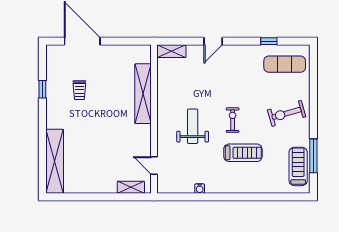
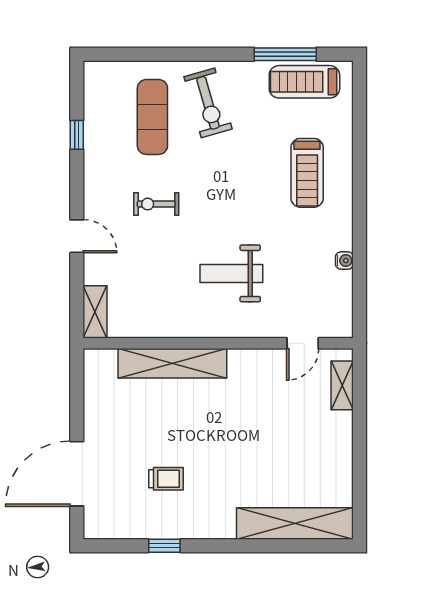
exercise mat: (285, 64) -> (152, 117), moved
exercise bike: (233, 120) -> (156, 204), moved
treadmill: (243, 153) -> (307, 173), moved, turned 180

